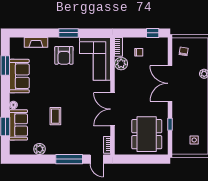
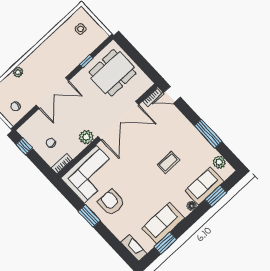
fireplace: (36, 42) -> (134, 248), moved
armchair: (64, 55) -> (111, 202), turned -90
plant: (121, 64) -> (86, 137), moved
double door: (112, 109) -> (118, 120), width x1.36
plant: (39, 149) -> (219, 162), moved
window: (69, 159) -> (208, 134), moved
door: (97, 159) -> (172, 95), swing flipped

